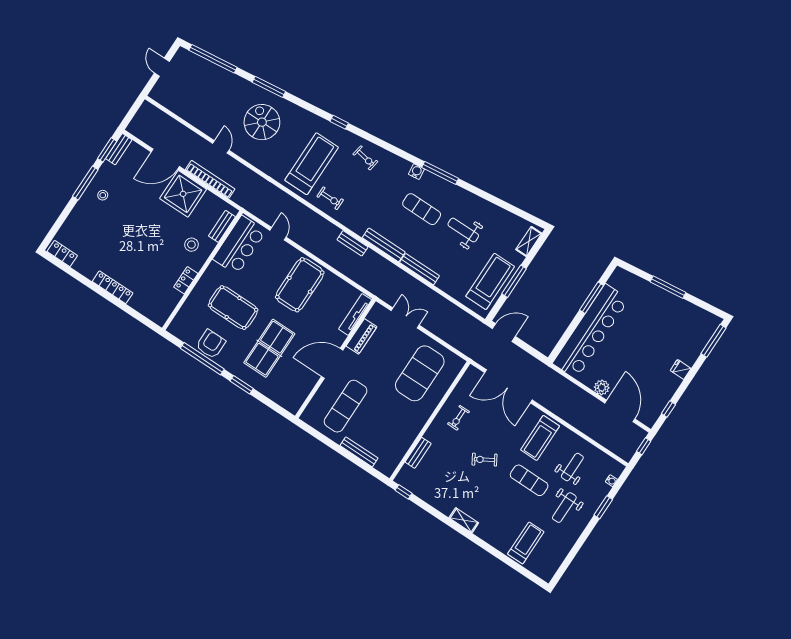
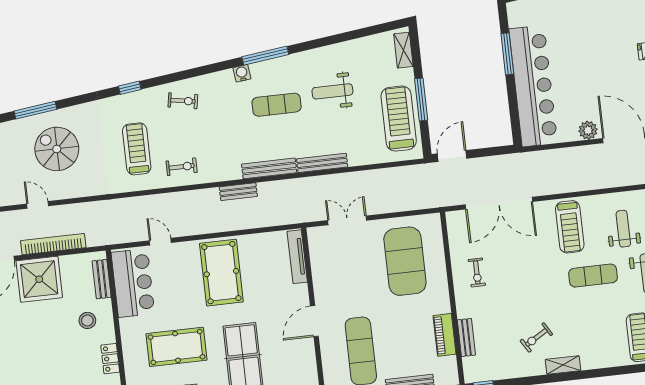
treadmill: (312, 164) -> (137, 149), width x0.73, depth x0.73
piano: (361, 336) -> (445, 335), moved, turned 180
door: (332, 363) -> (314, 321), width x0.73
exercise bike: (485, 460) -> (536, 338), moved

